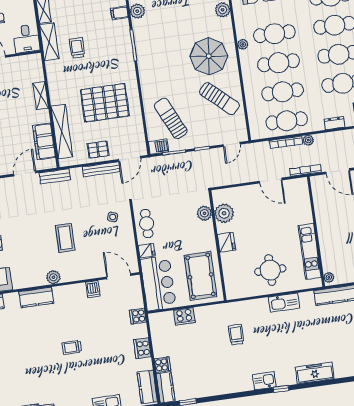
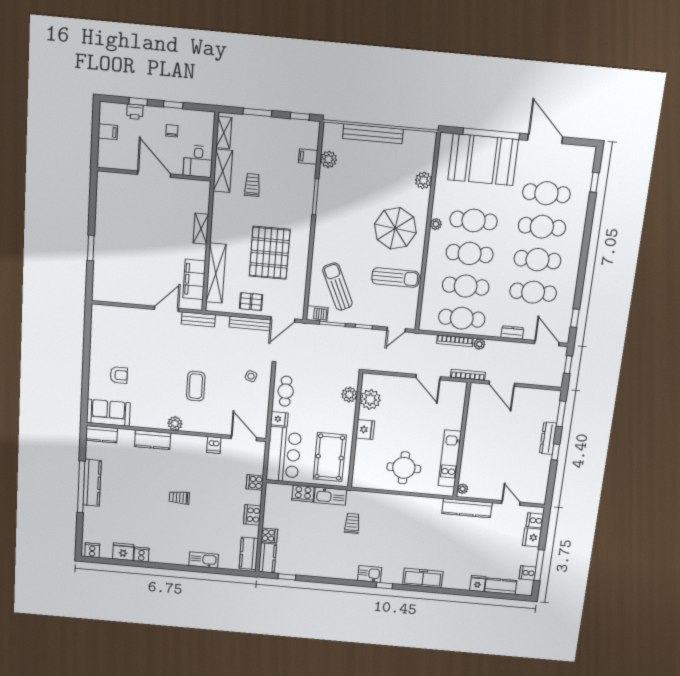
sun lounger: (219, 99) -> (395, 278), turned -42
pallet: (105, 103) -> (270, 253), turned 90
kitchen sink: (284, 303) -> (330, 496), moved

